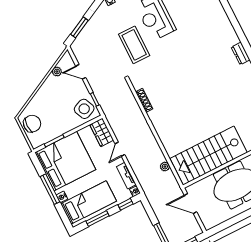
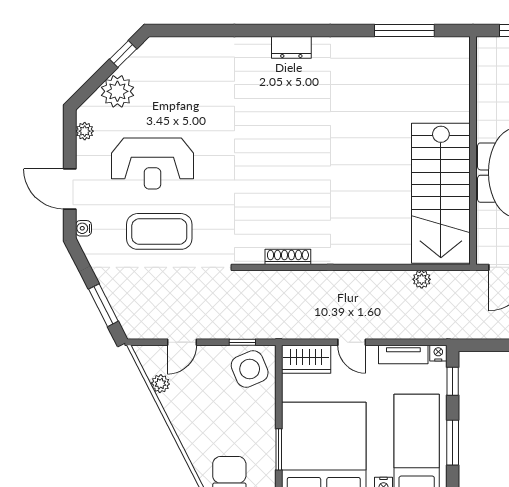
coffee table: (134, 45) -> (159, 231), moved

